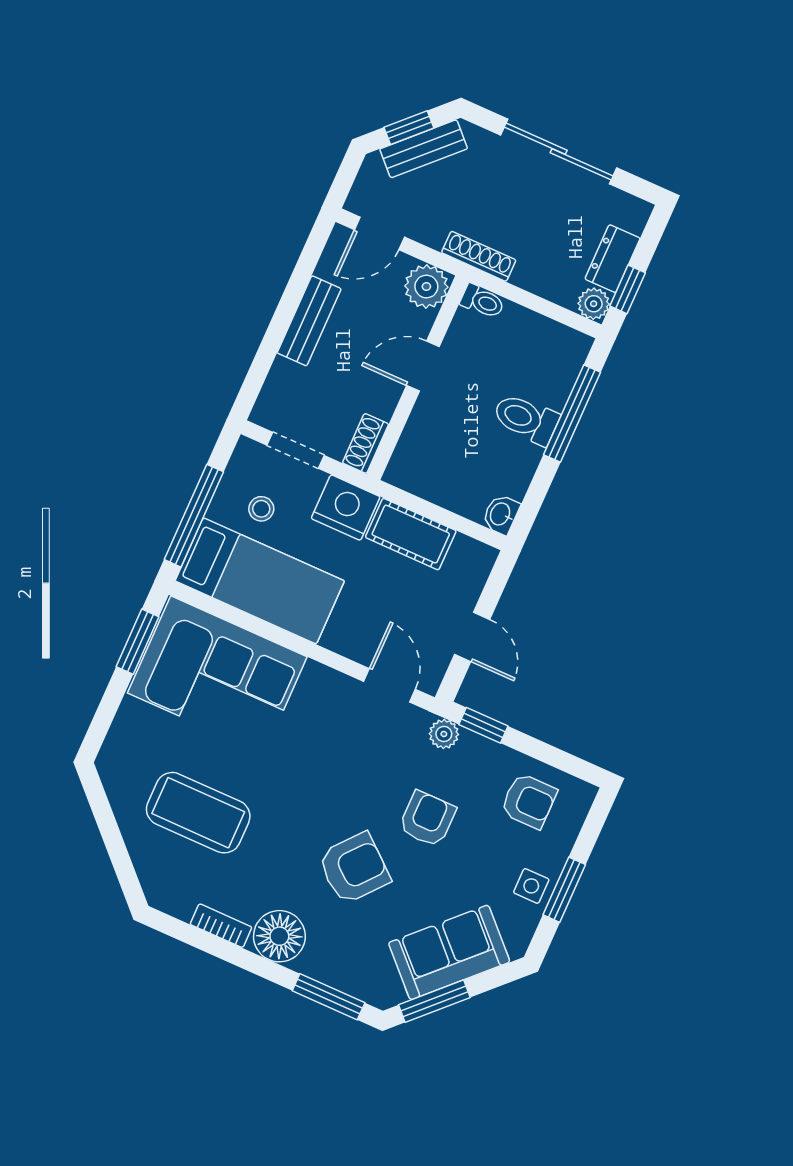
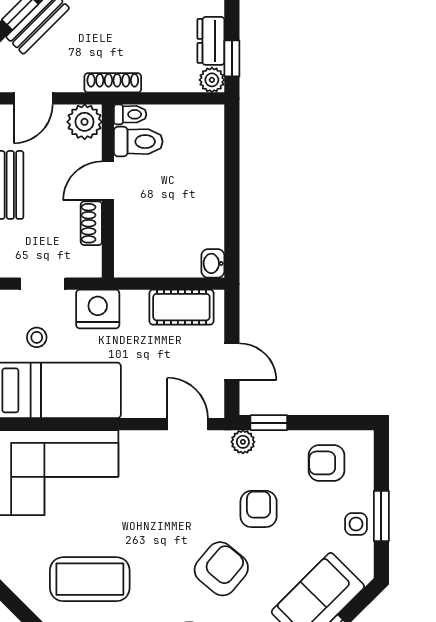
window: (572, 413) -> (232, 167), removed
toilet: (526, 419) -> (138, 142), moved, turned 180
shoe rack: (366, 443) -> (91, 223), moved
cot: (411, 534) -> (181, 307), moved
armchair: (529, 801) -> (326, 463), turned 180

